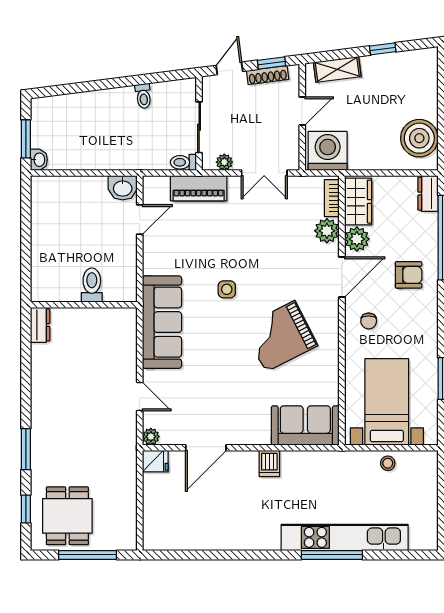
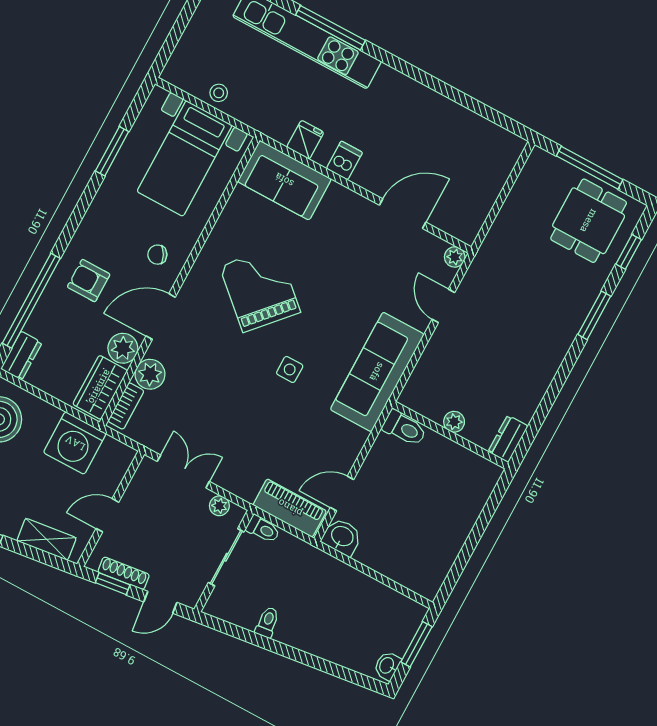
washing machine: (328, 151) -> (75, 443), moved
washbasin: (39, 160) -> (387, 666), moved
piano: (199, 188) -> (290, 508), moved
toilet: (92, 285) -> (404, 428), moved, turned -90
plant: (86, 316) -> (454, 422), added
chair: (369, 321) -> (157, 255), turned -117
grand piano: (280, 336) -> (260, 289), turned -111
fridge: (155, 461) -> (305, 140), moved, turned 90

